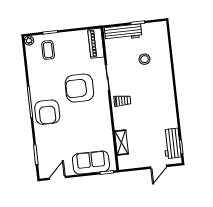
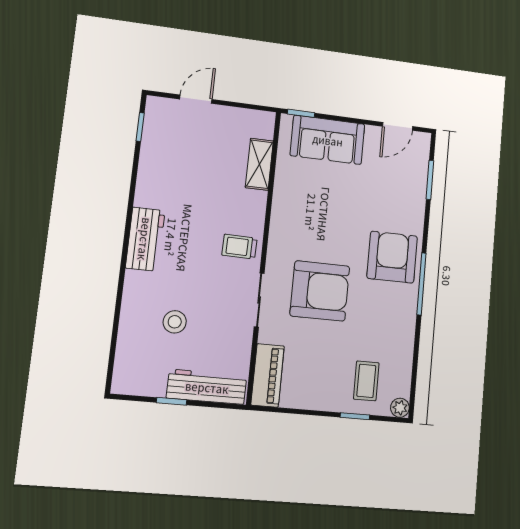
workbench: (172, 143) -> (145, 239), moved

